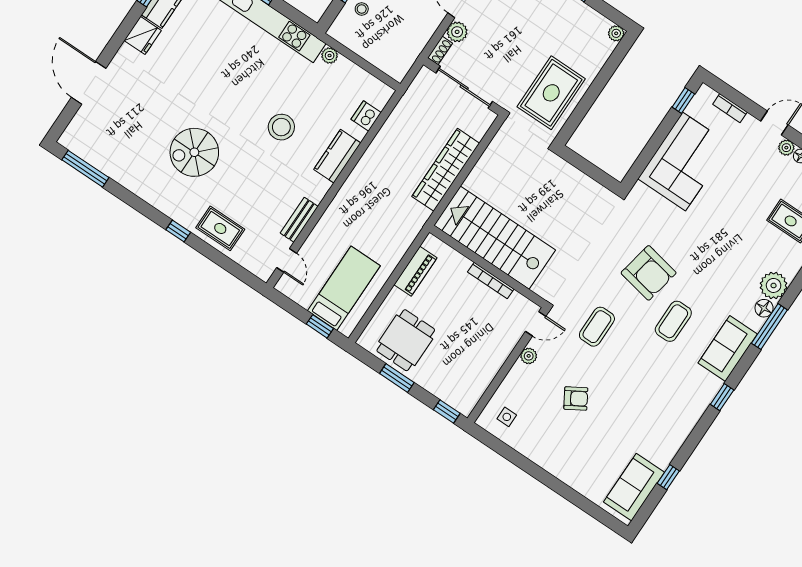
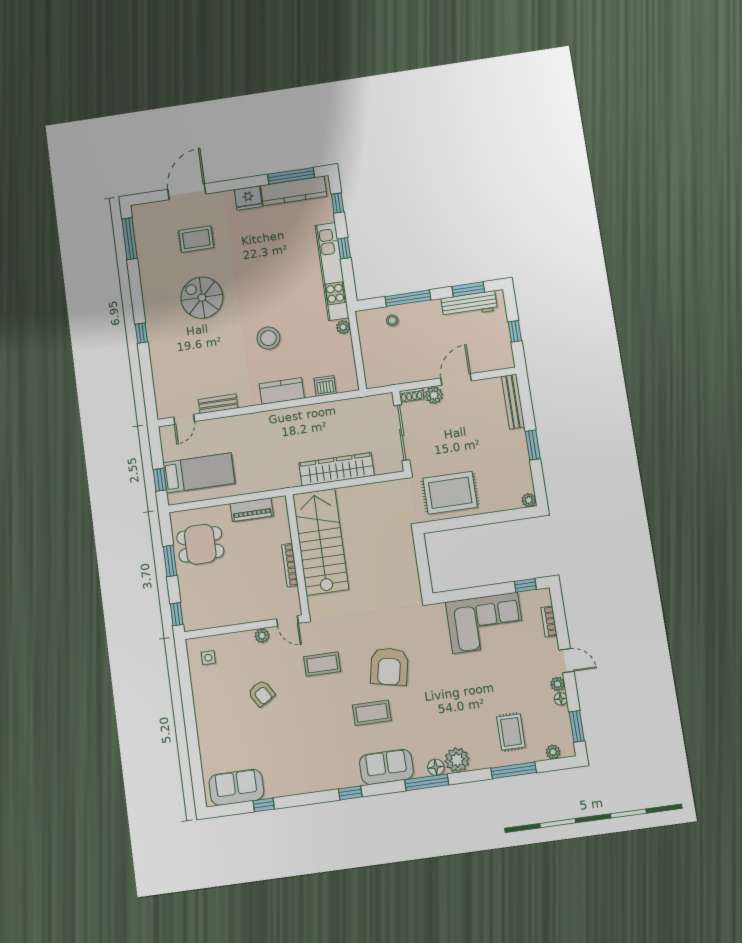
rug: (220, 228) -> (196, 239), moved, turned 90

